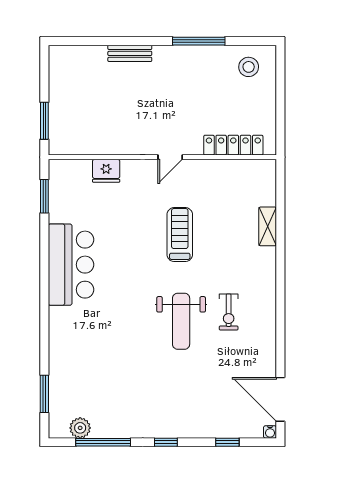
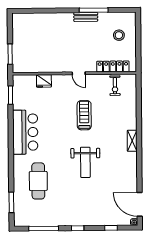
bench: (130, 53) -> (86, 17), moved
stool: (249, 67) -> (119, 35), moved
door: (170, 157) -> (79, 73), hinge flipped
shelving: (268, 226) -> (132, 141), moved
exercise bike: (229, 312) -> (115, 86), moved
cafe table: (94, 355) -> (38, 181), added
plant: (80, 428) -> (31, 221), removed

